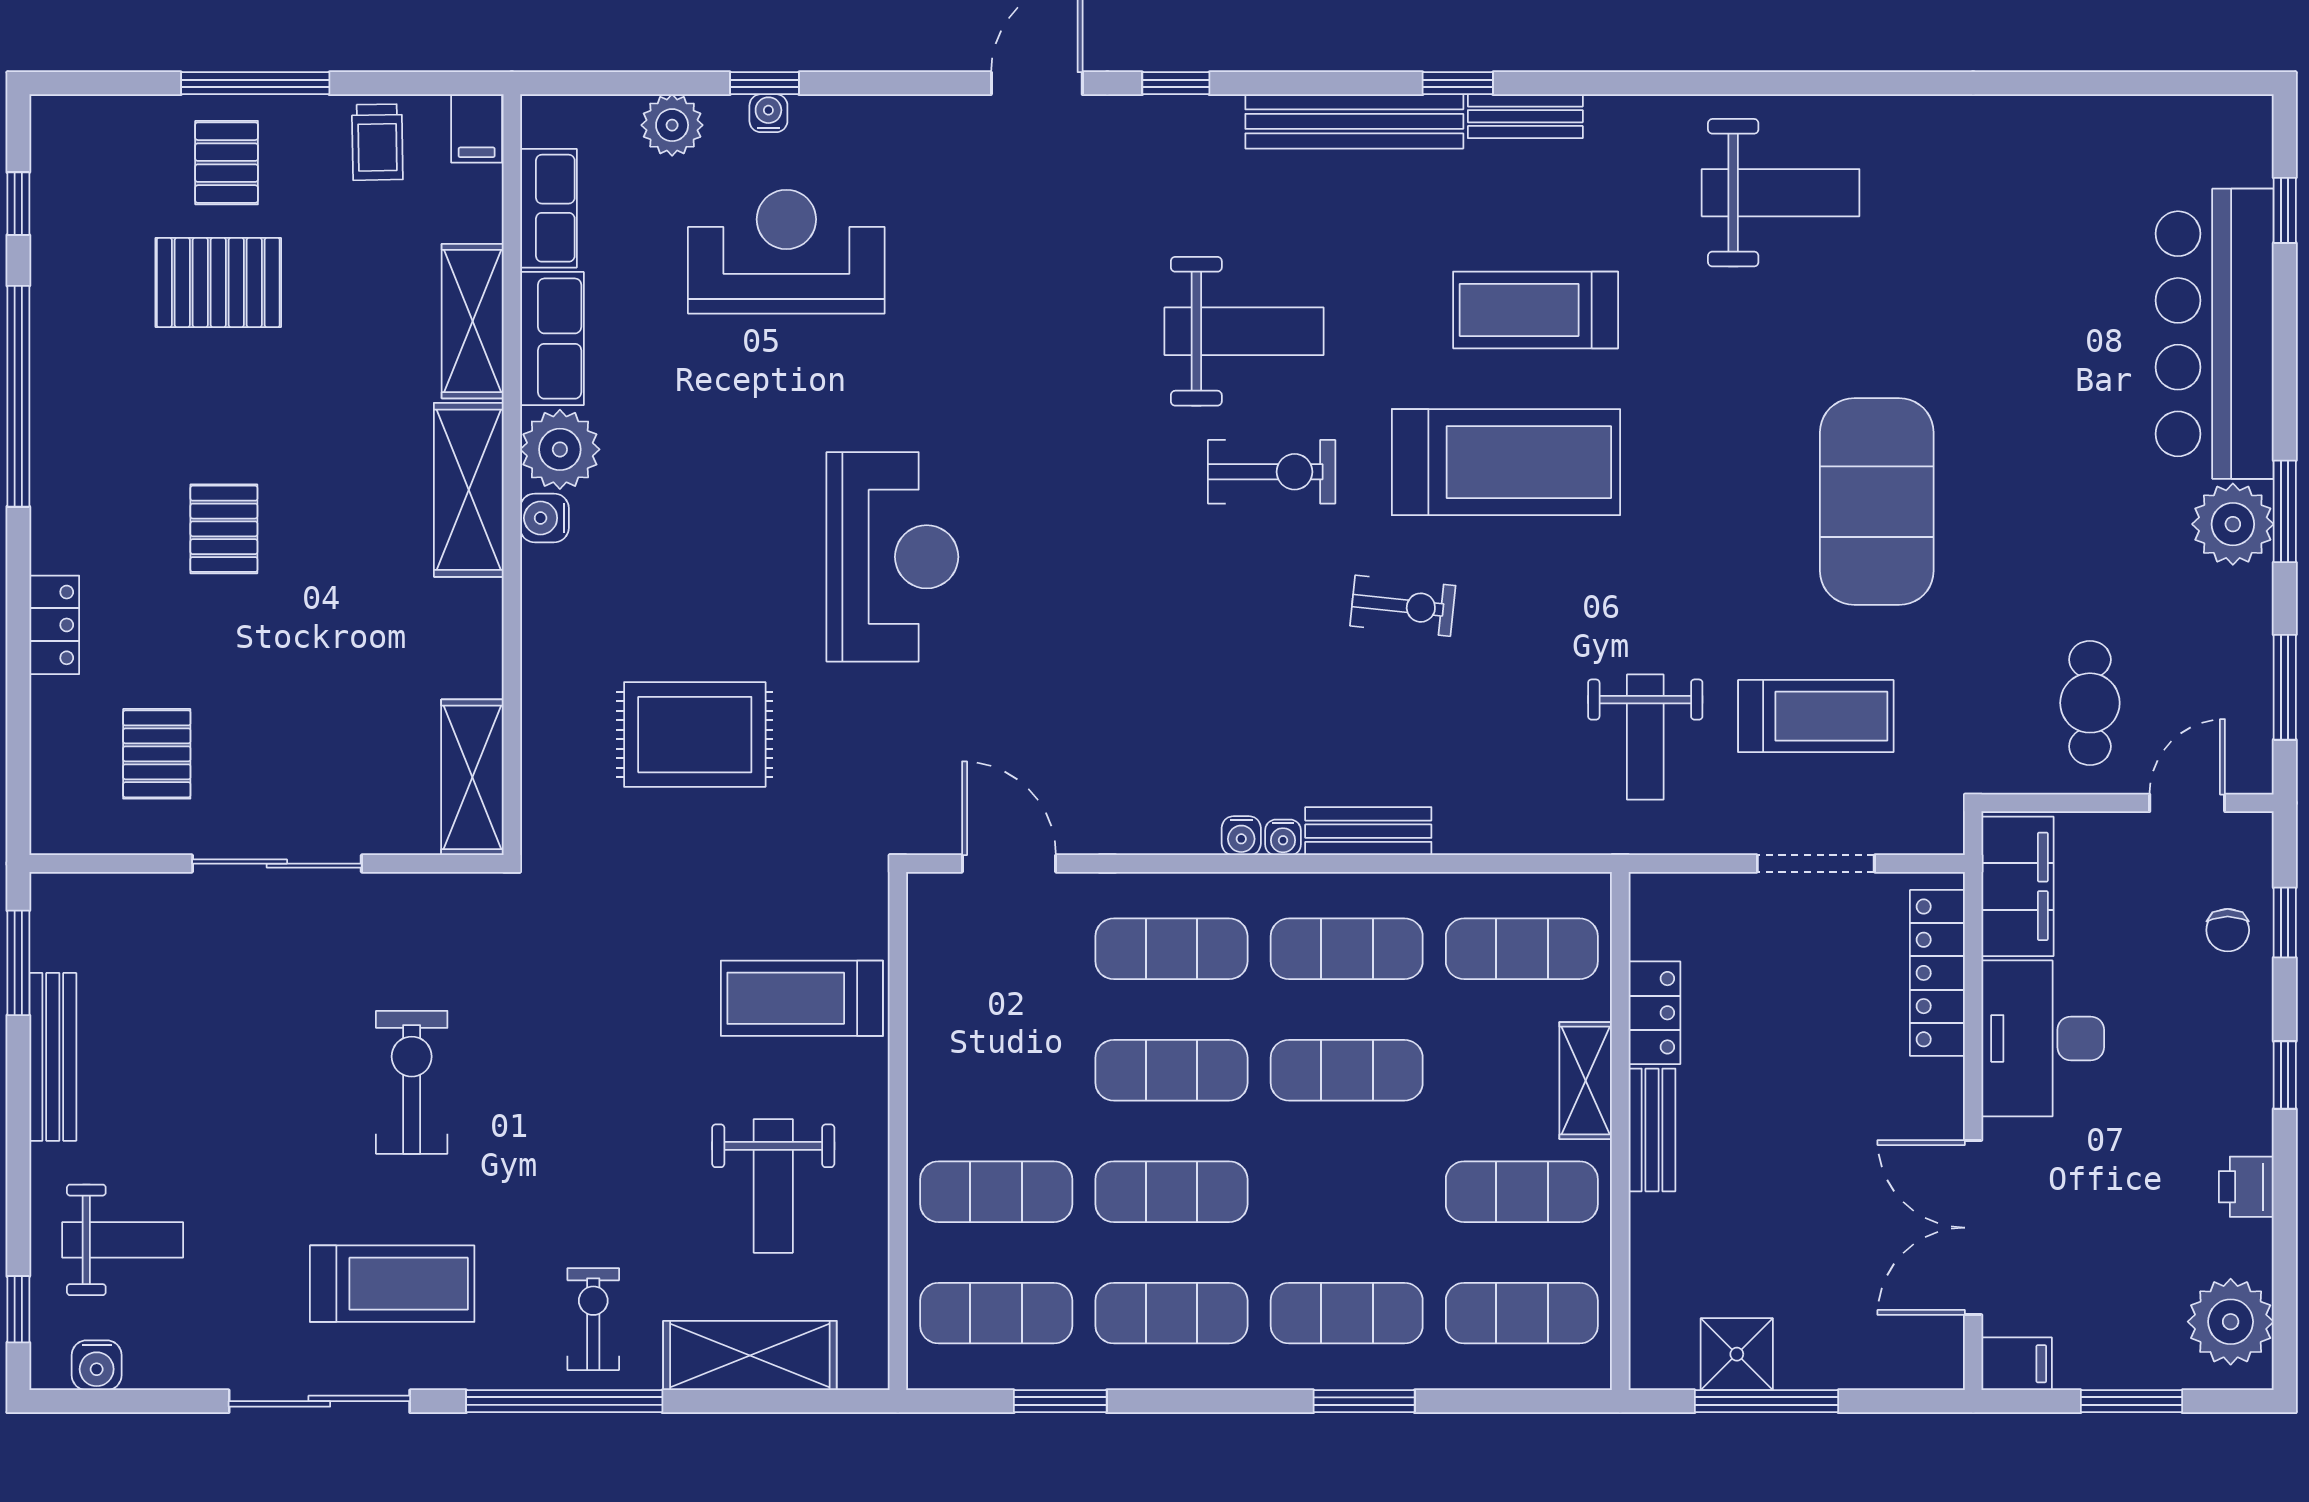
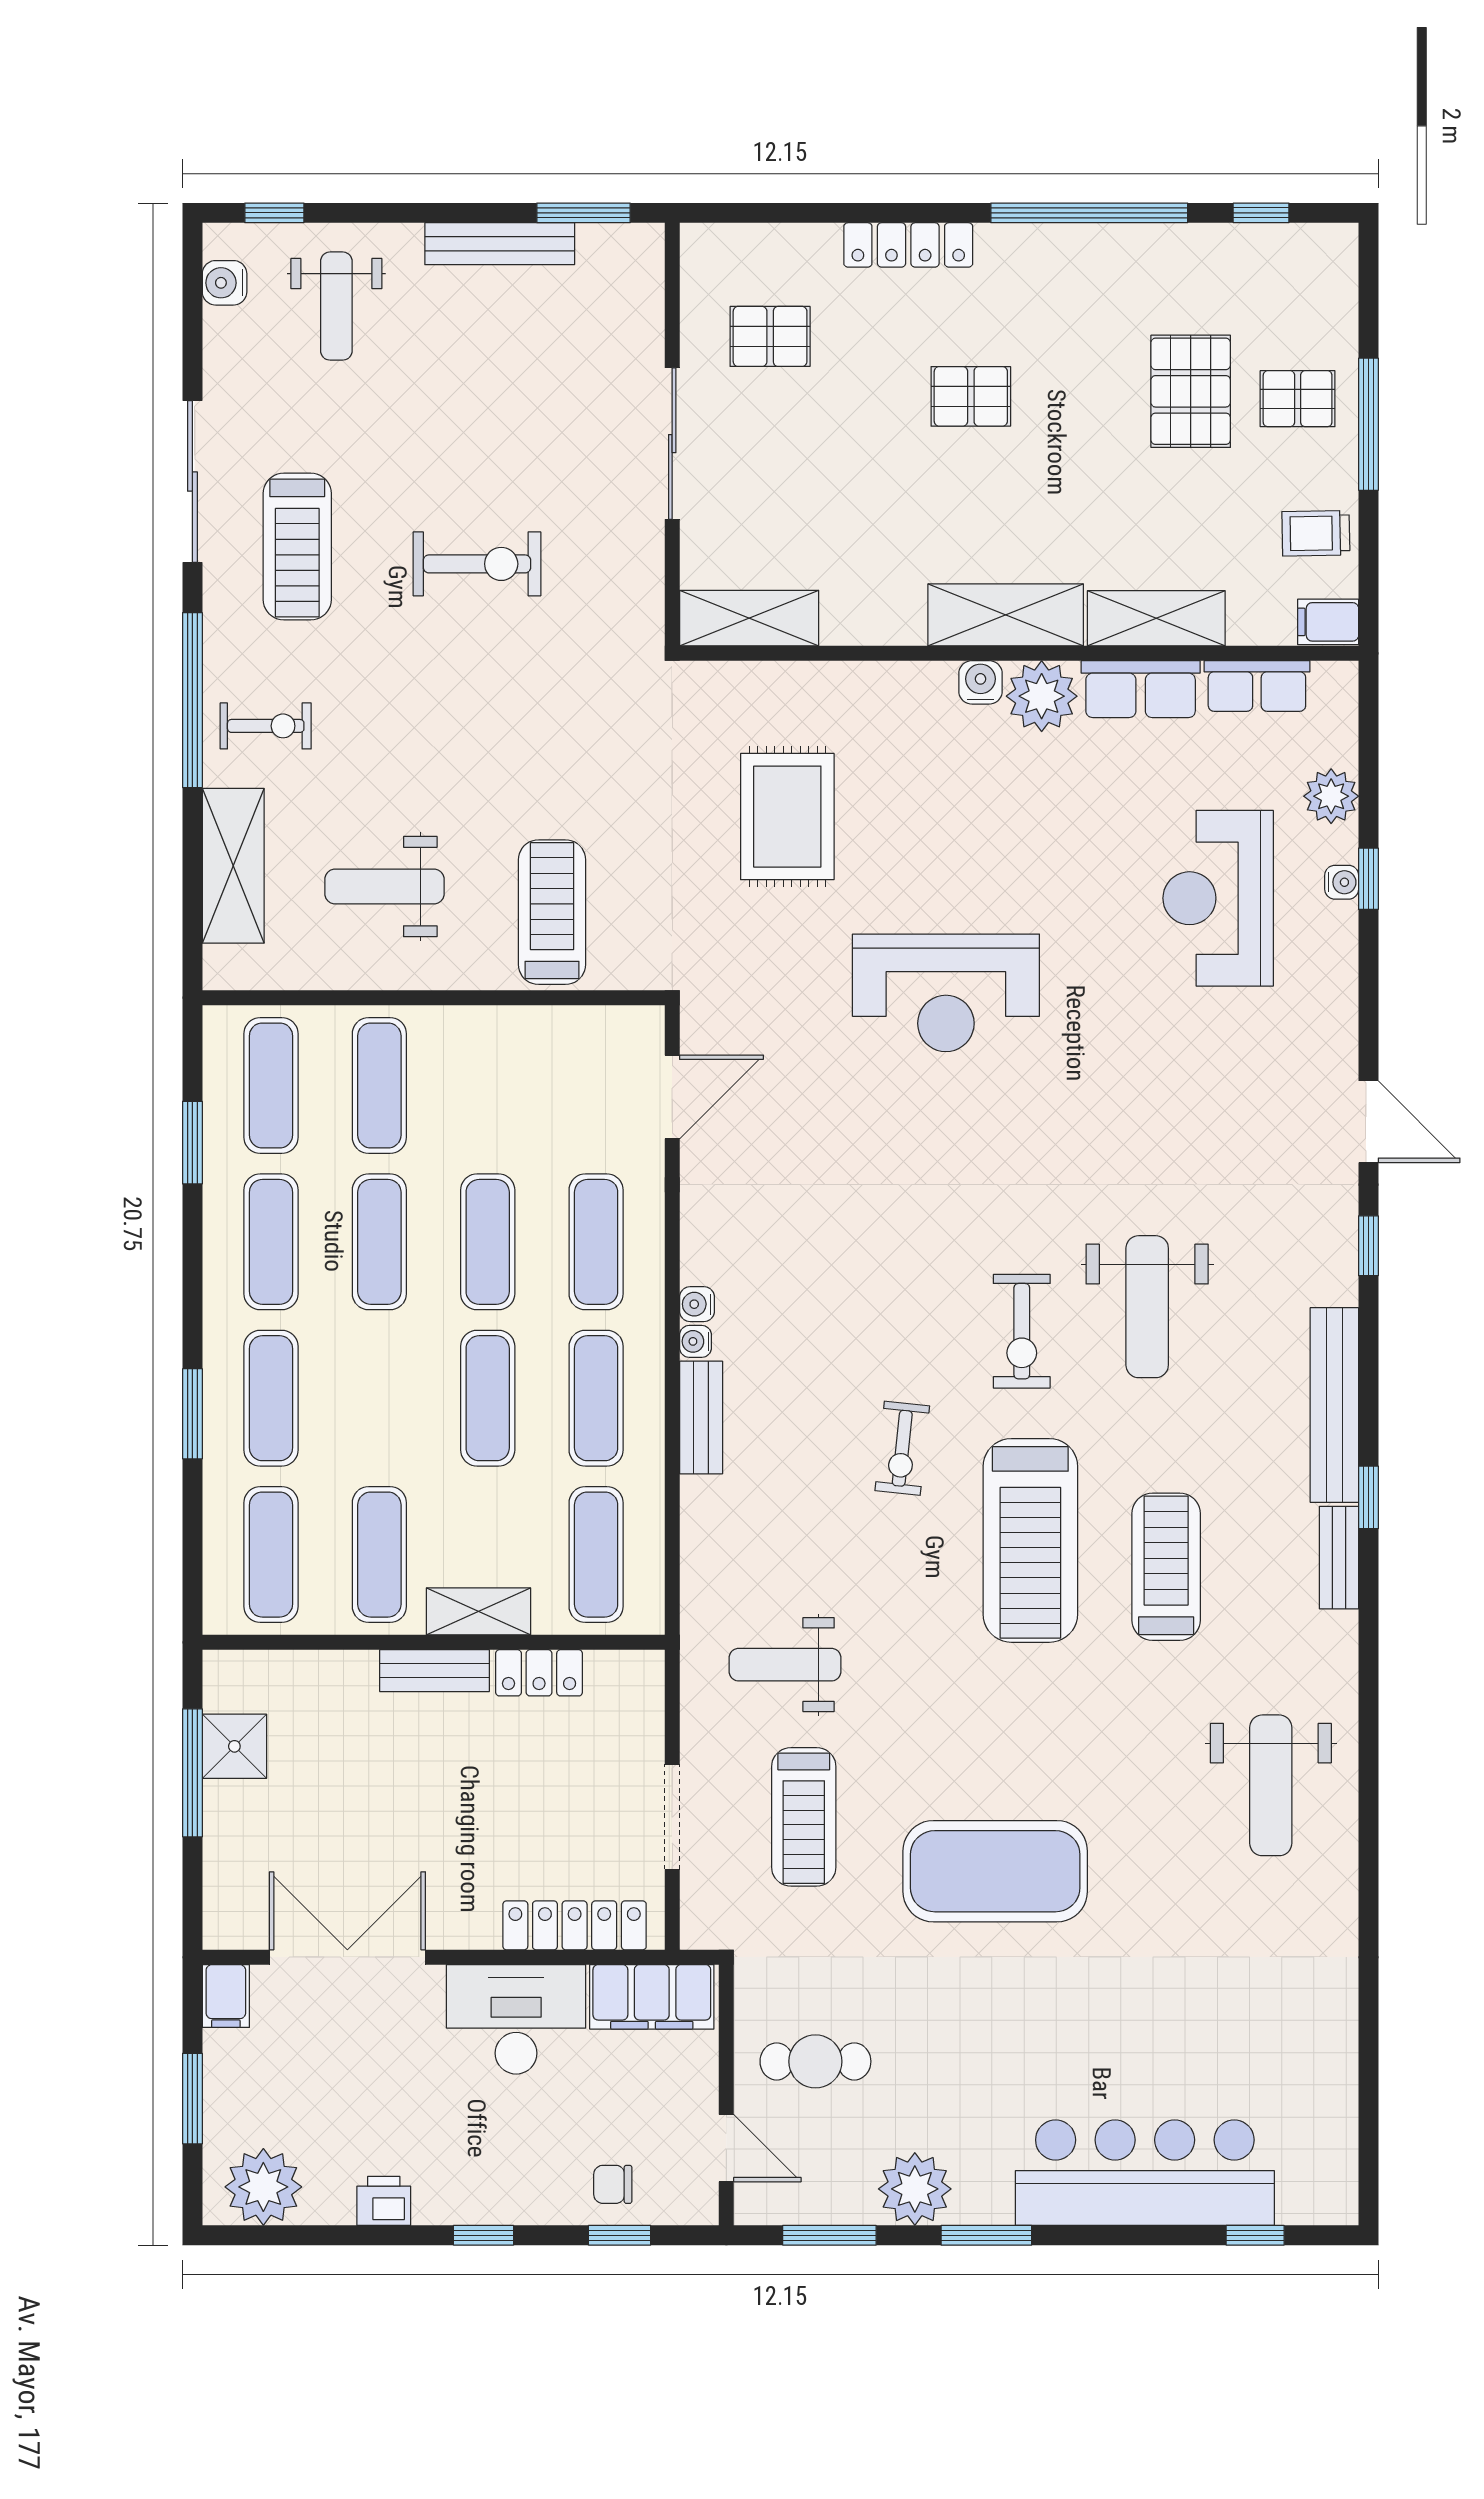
reception desk: (786, 252) -> (1218, 898), turned 180
plant: (2233, 524) -> (915, 2189), moved
locker: (54, 625) -> (908, 245), width x1.53

